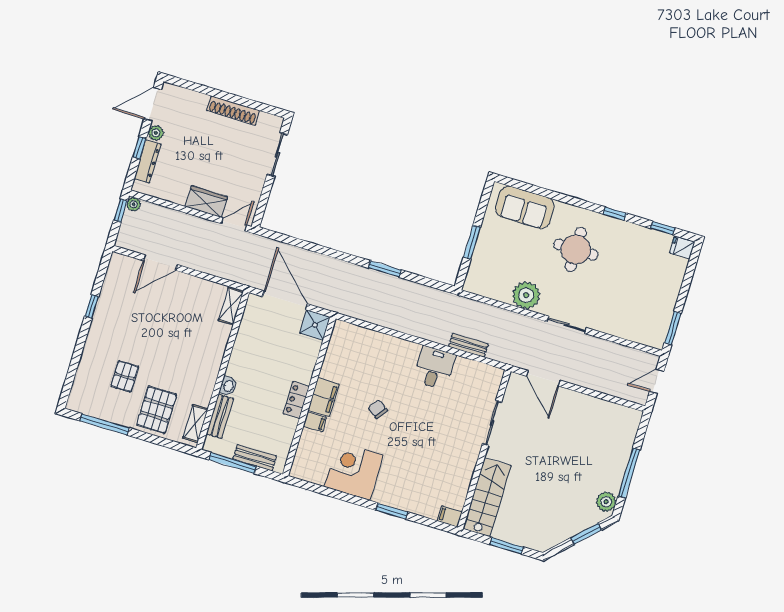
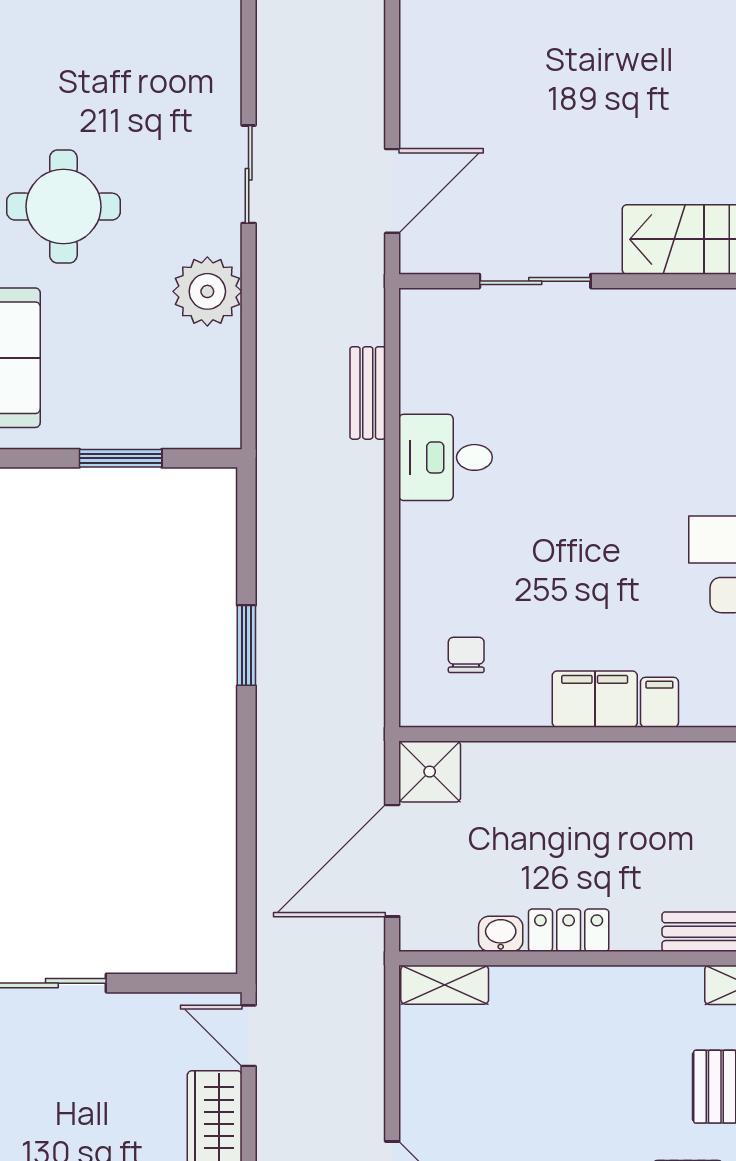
washbasin: (228, 386) -> (501, 934), moved
locker: (296, 400) -> (569, 930), moved, turned 180
chair: (378, 409) -> (466, 655), moved, turned 144

